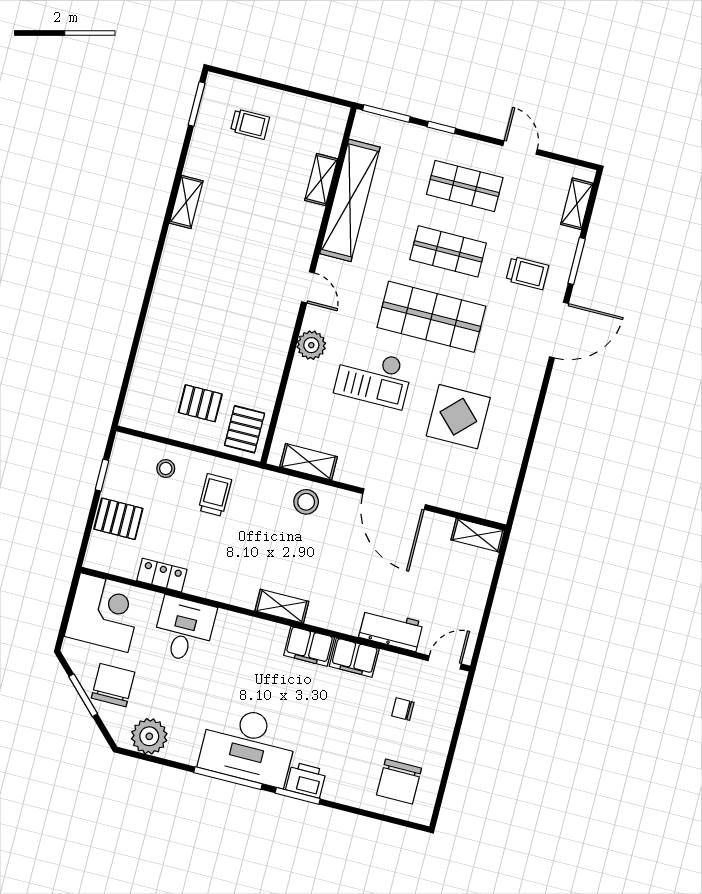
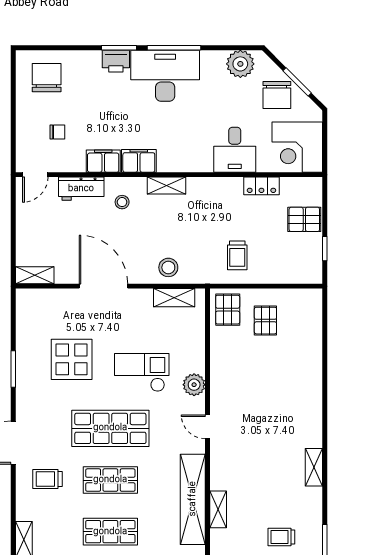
window: (577, 261) -> (13, 369), moved
pallet: (200, 403) -> (265, 321), turned 90
stool: (166, 468) -> (122, 202), moved

